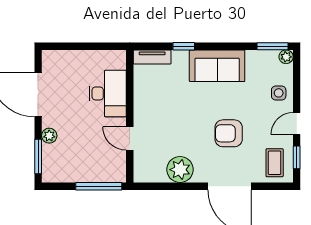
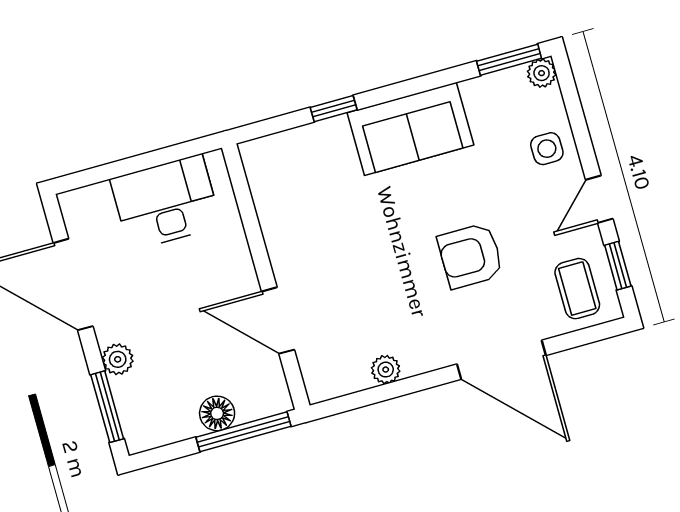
tv unit: (152, 57) -> (277, 147), removed
desk: (108, 93) -> (166, 202), moved, turned -90
door: (130, 139) -> (278, 321), width x1.38
plant: (180, 170) -> (386, 370), width x0.53, depth x0.53
floor lamp: (89, 174) -> (217, 413), added

